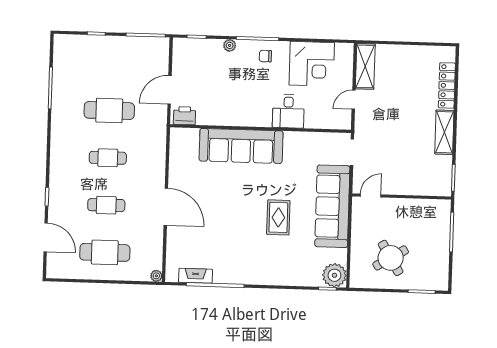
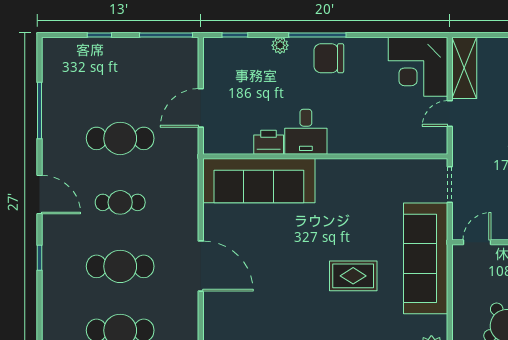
chair: (265, 56) -> (329, 58), width x1.87, depth x1.87
corner desk: (312, 64) -> (418, 67), moved, turned 90
desk: (288, 111) -> (306, 132), moved
printer: (185, 116) -> (269, 142), moved
sofa: (241, 146) -> (259, 181), moved
cafe table: (106, 205) -> (120, 266), width x1.37, depth x1.35
rug: (278, 217) -> (353, 276), turned 90
door: (46, 237) -> (40, 195), moved

